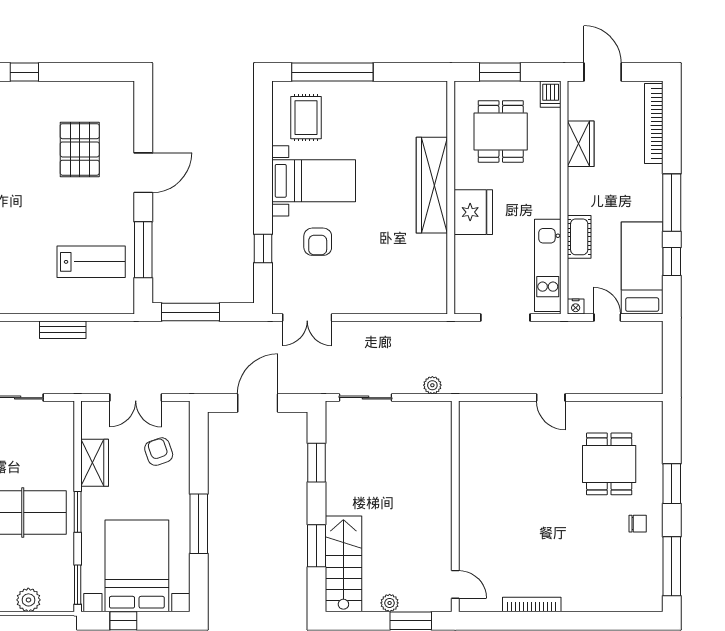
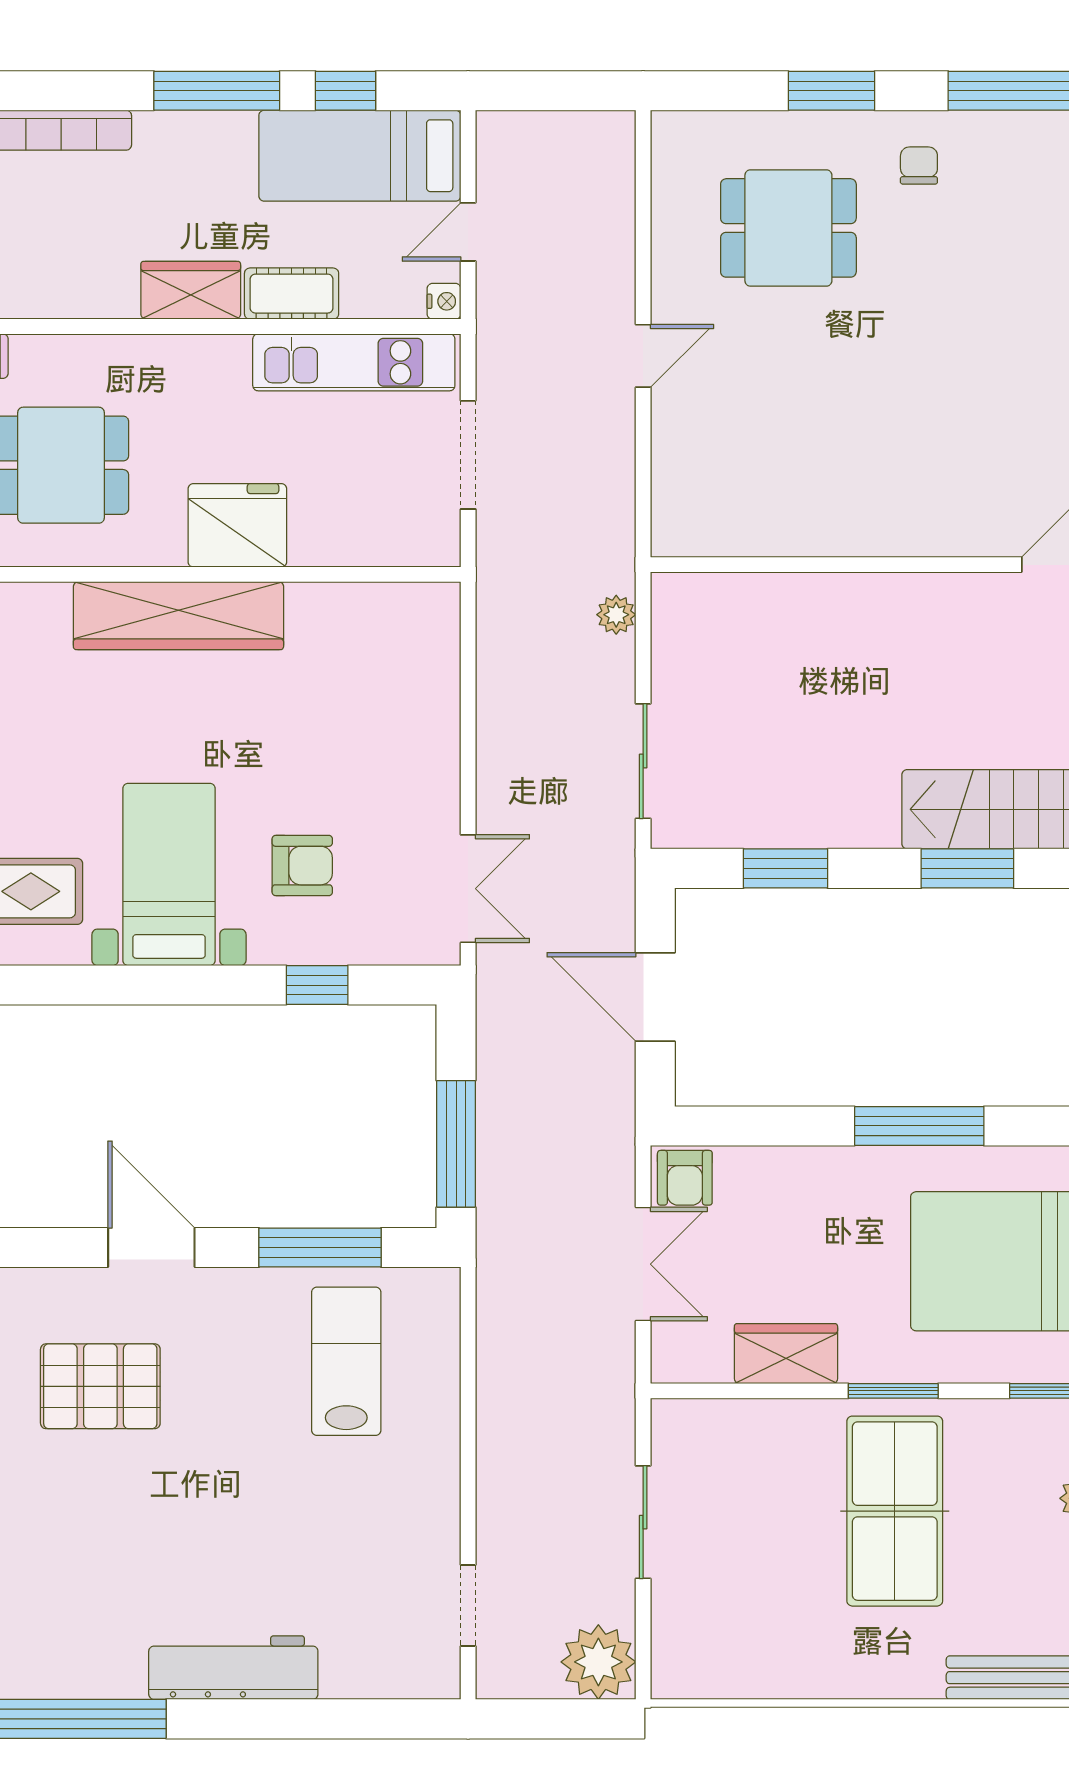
wardrobe: (581, 144) -> (191, 290), moved
bench: (63, 330) -> (495, 1423), removed
armchair: (159, 452) -> (685, 1178), moved, turned -71

